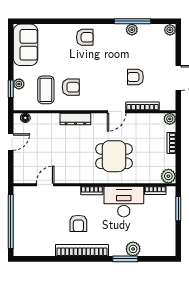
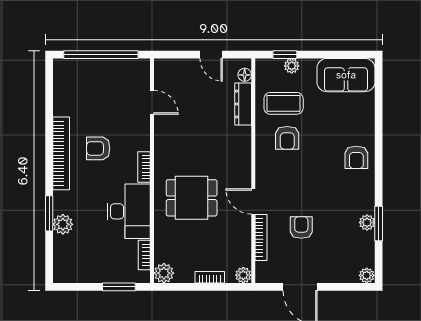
window: (133, 21) -> (379, 223), width x0.69
dresser: (75, 119) -> (243, 104), moved
dining table: (114, 156) -> (192, 198), turned 90

